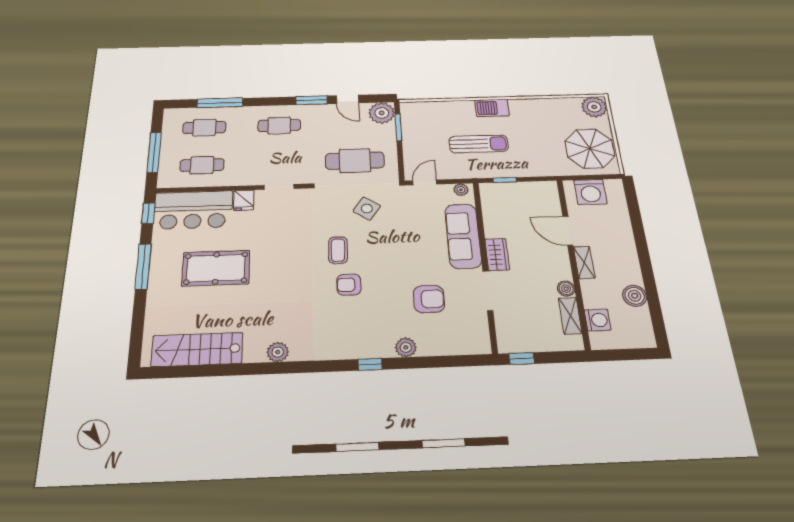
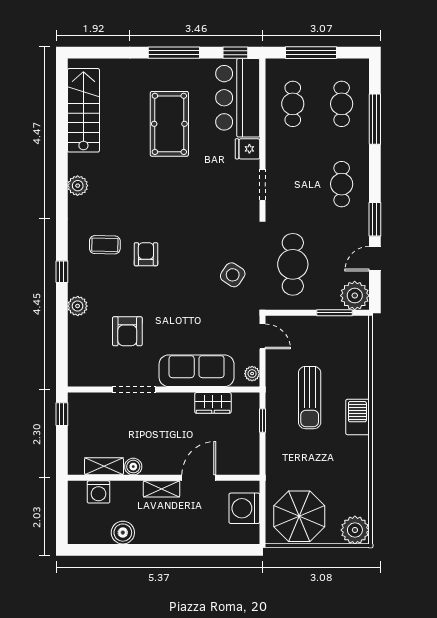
coffee table: (338, 250) -> (105, 245), moved
wardrobe: (497, 254) -> (213, 403), moved

